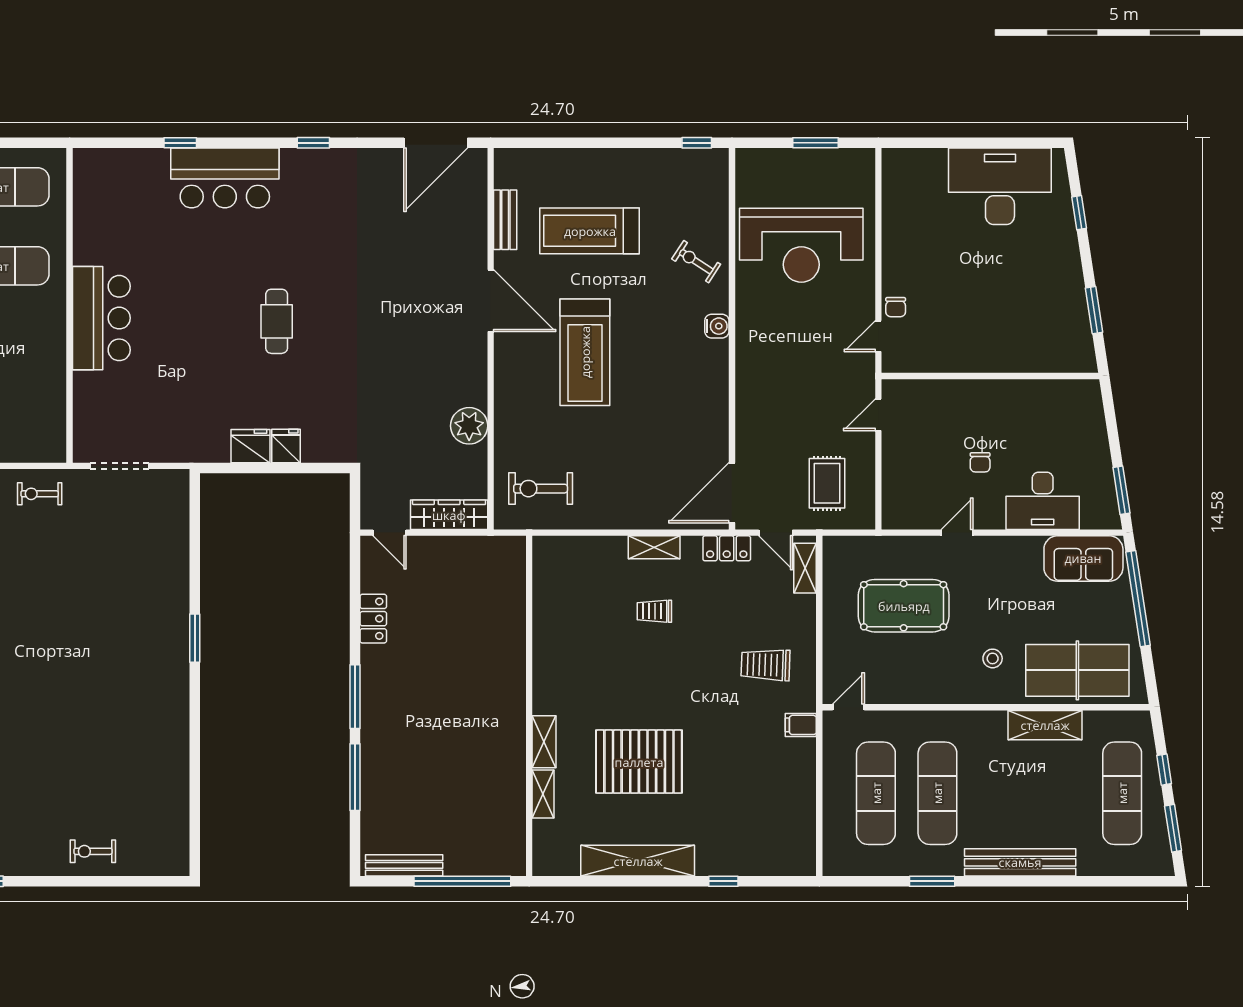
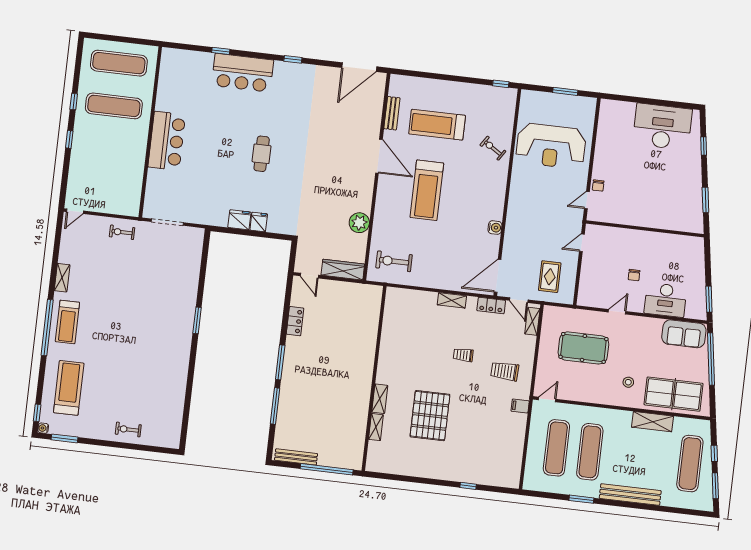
water cooler: (717, 326) -> (495, 228), moved
trolley: (654, 611) -> (463, 355), moved
pallet: (639, 762) -> (430, 416), turned 90
shelving: (638, 861) -> (423, 469), removed

